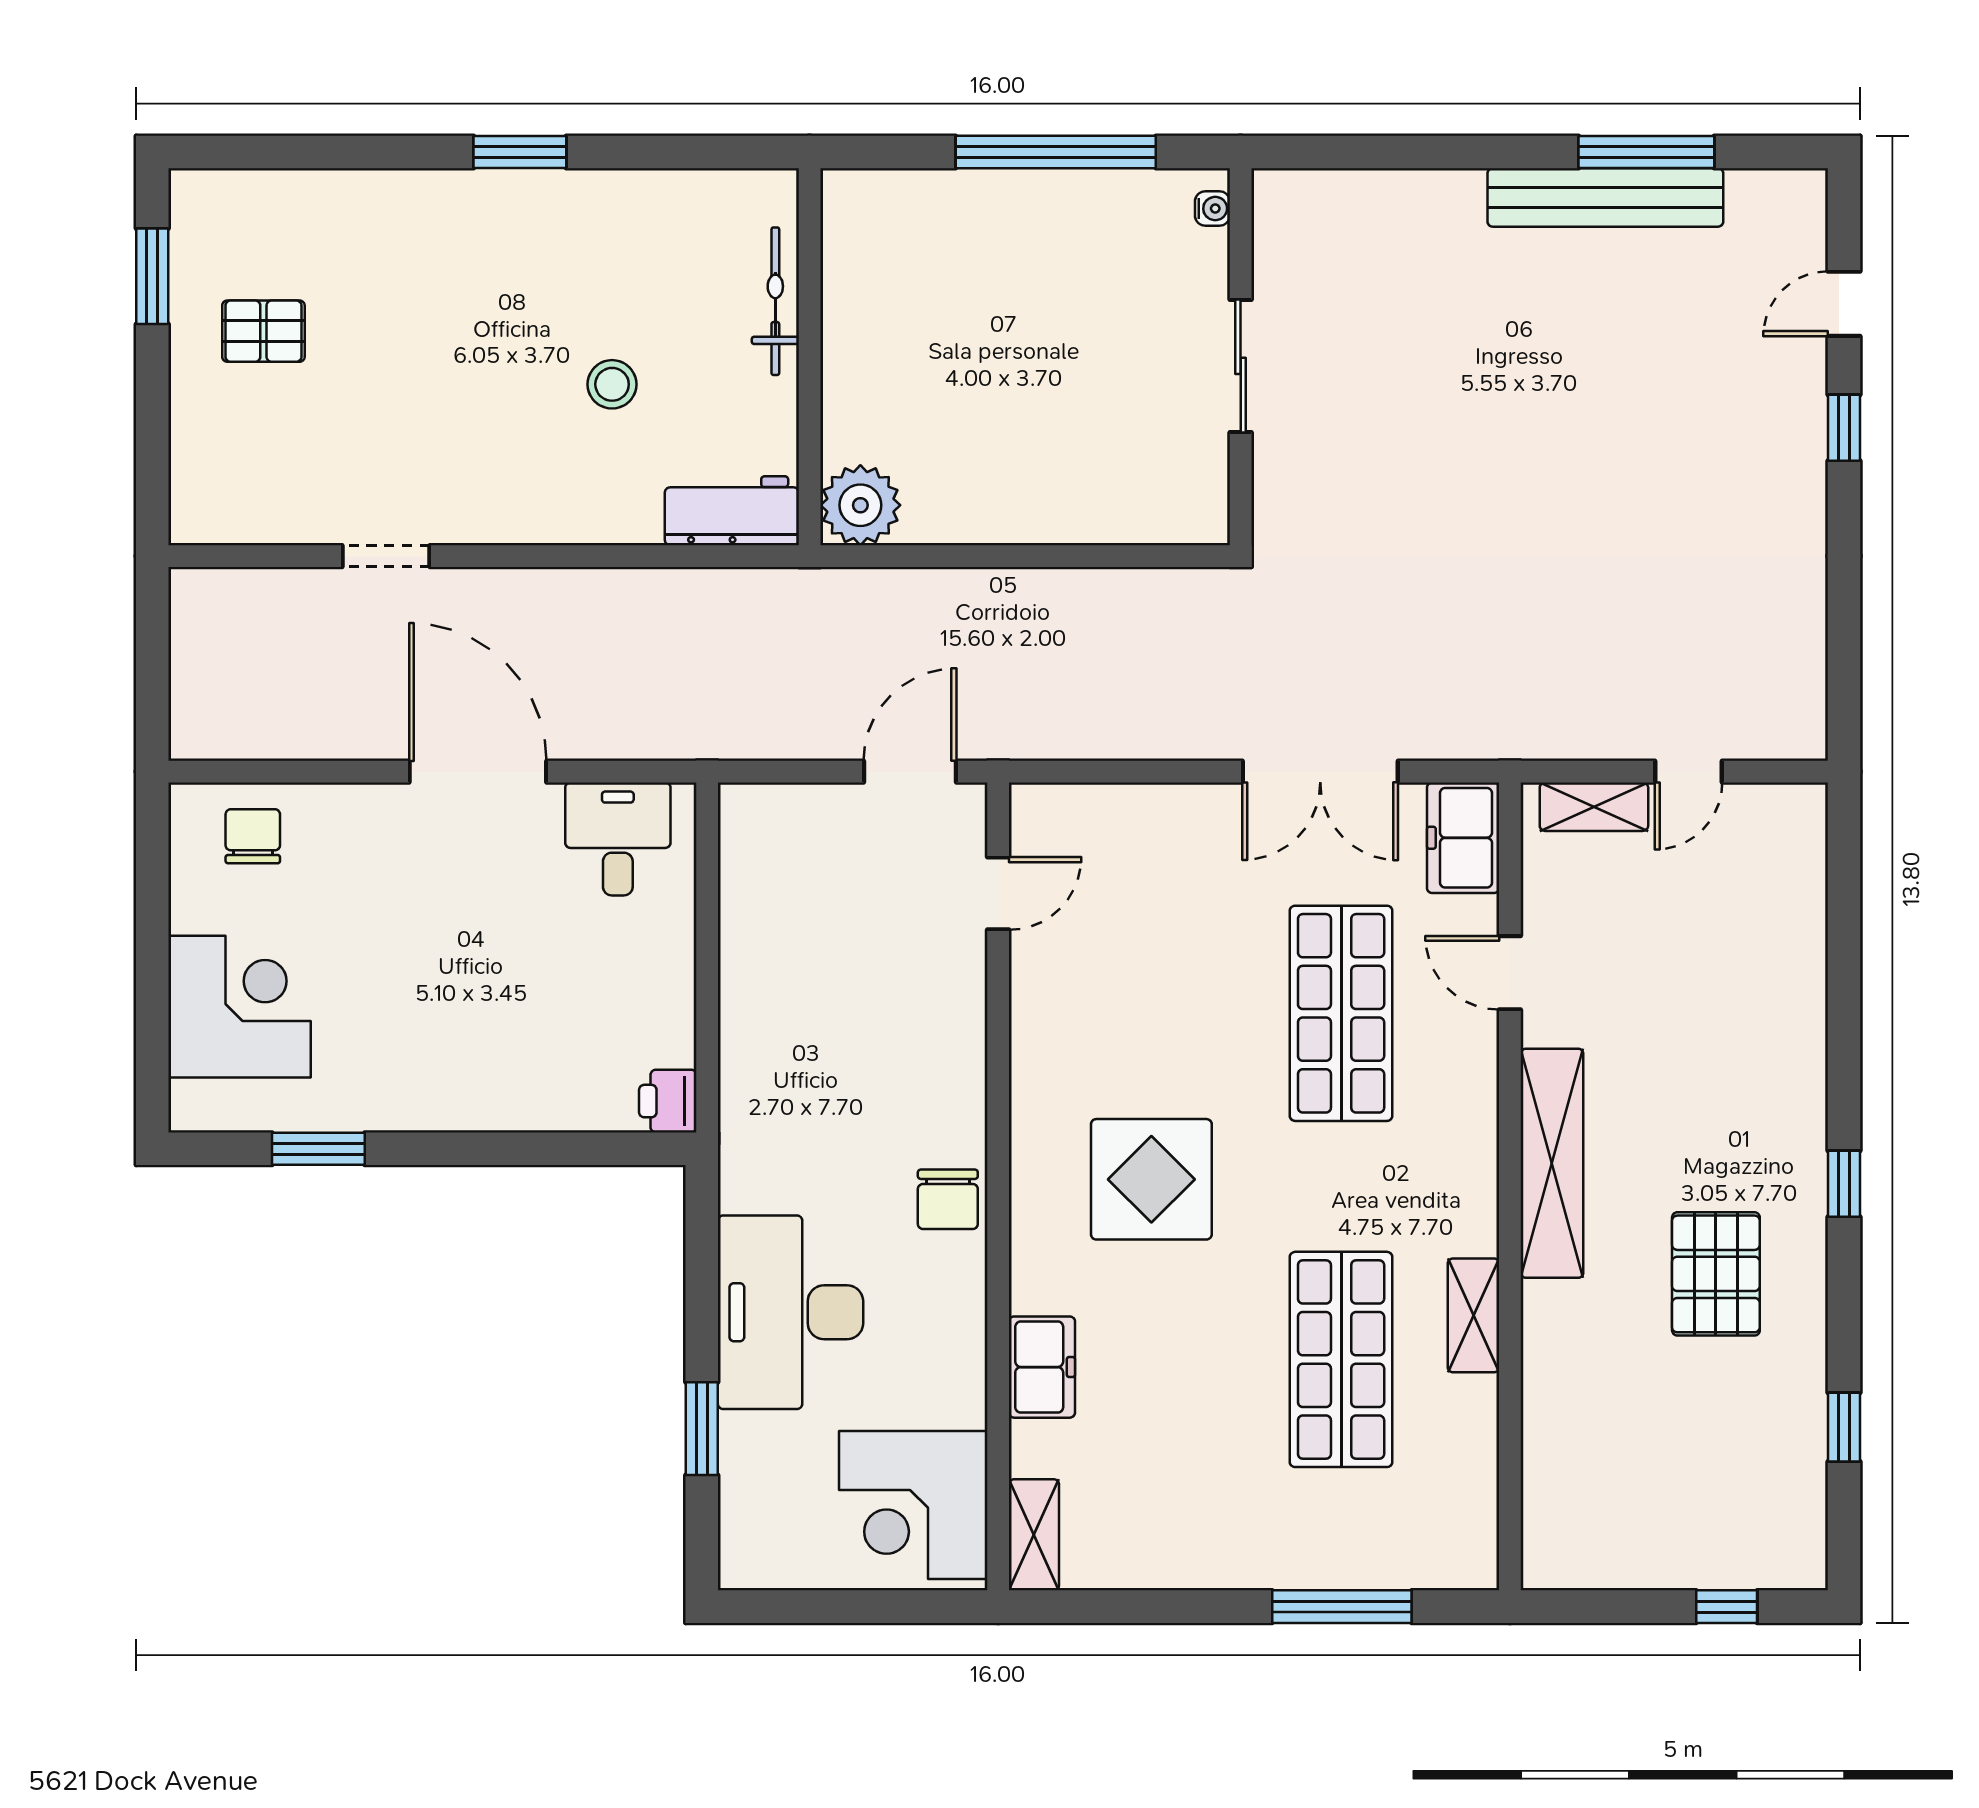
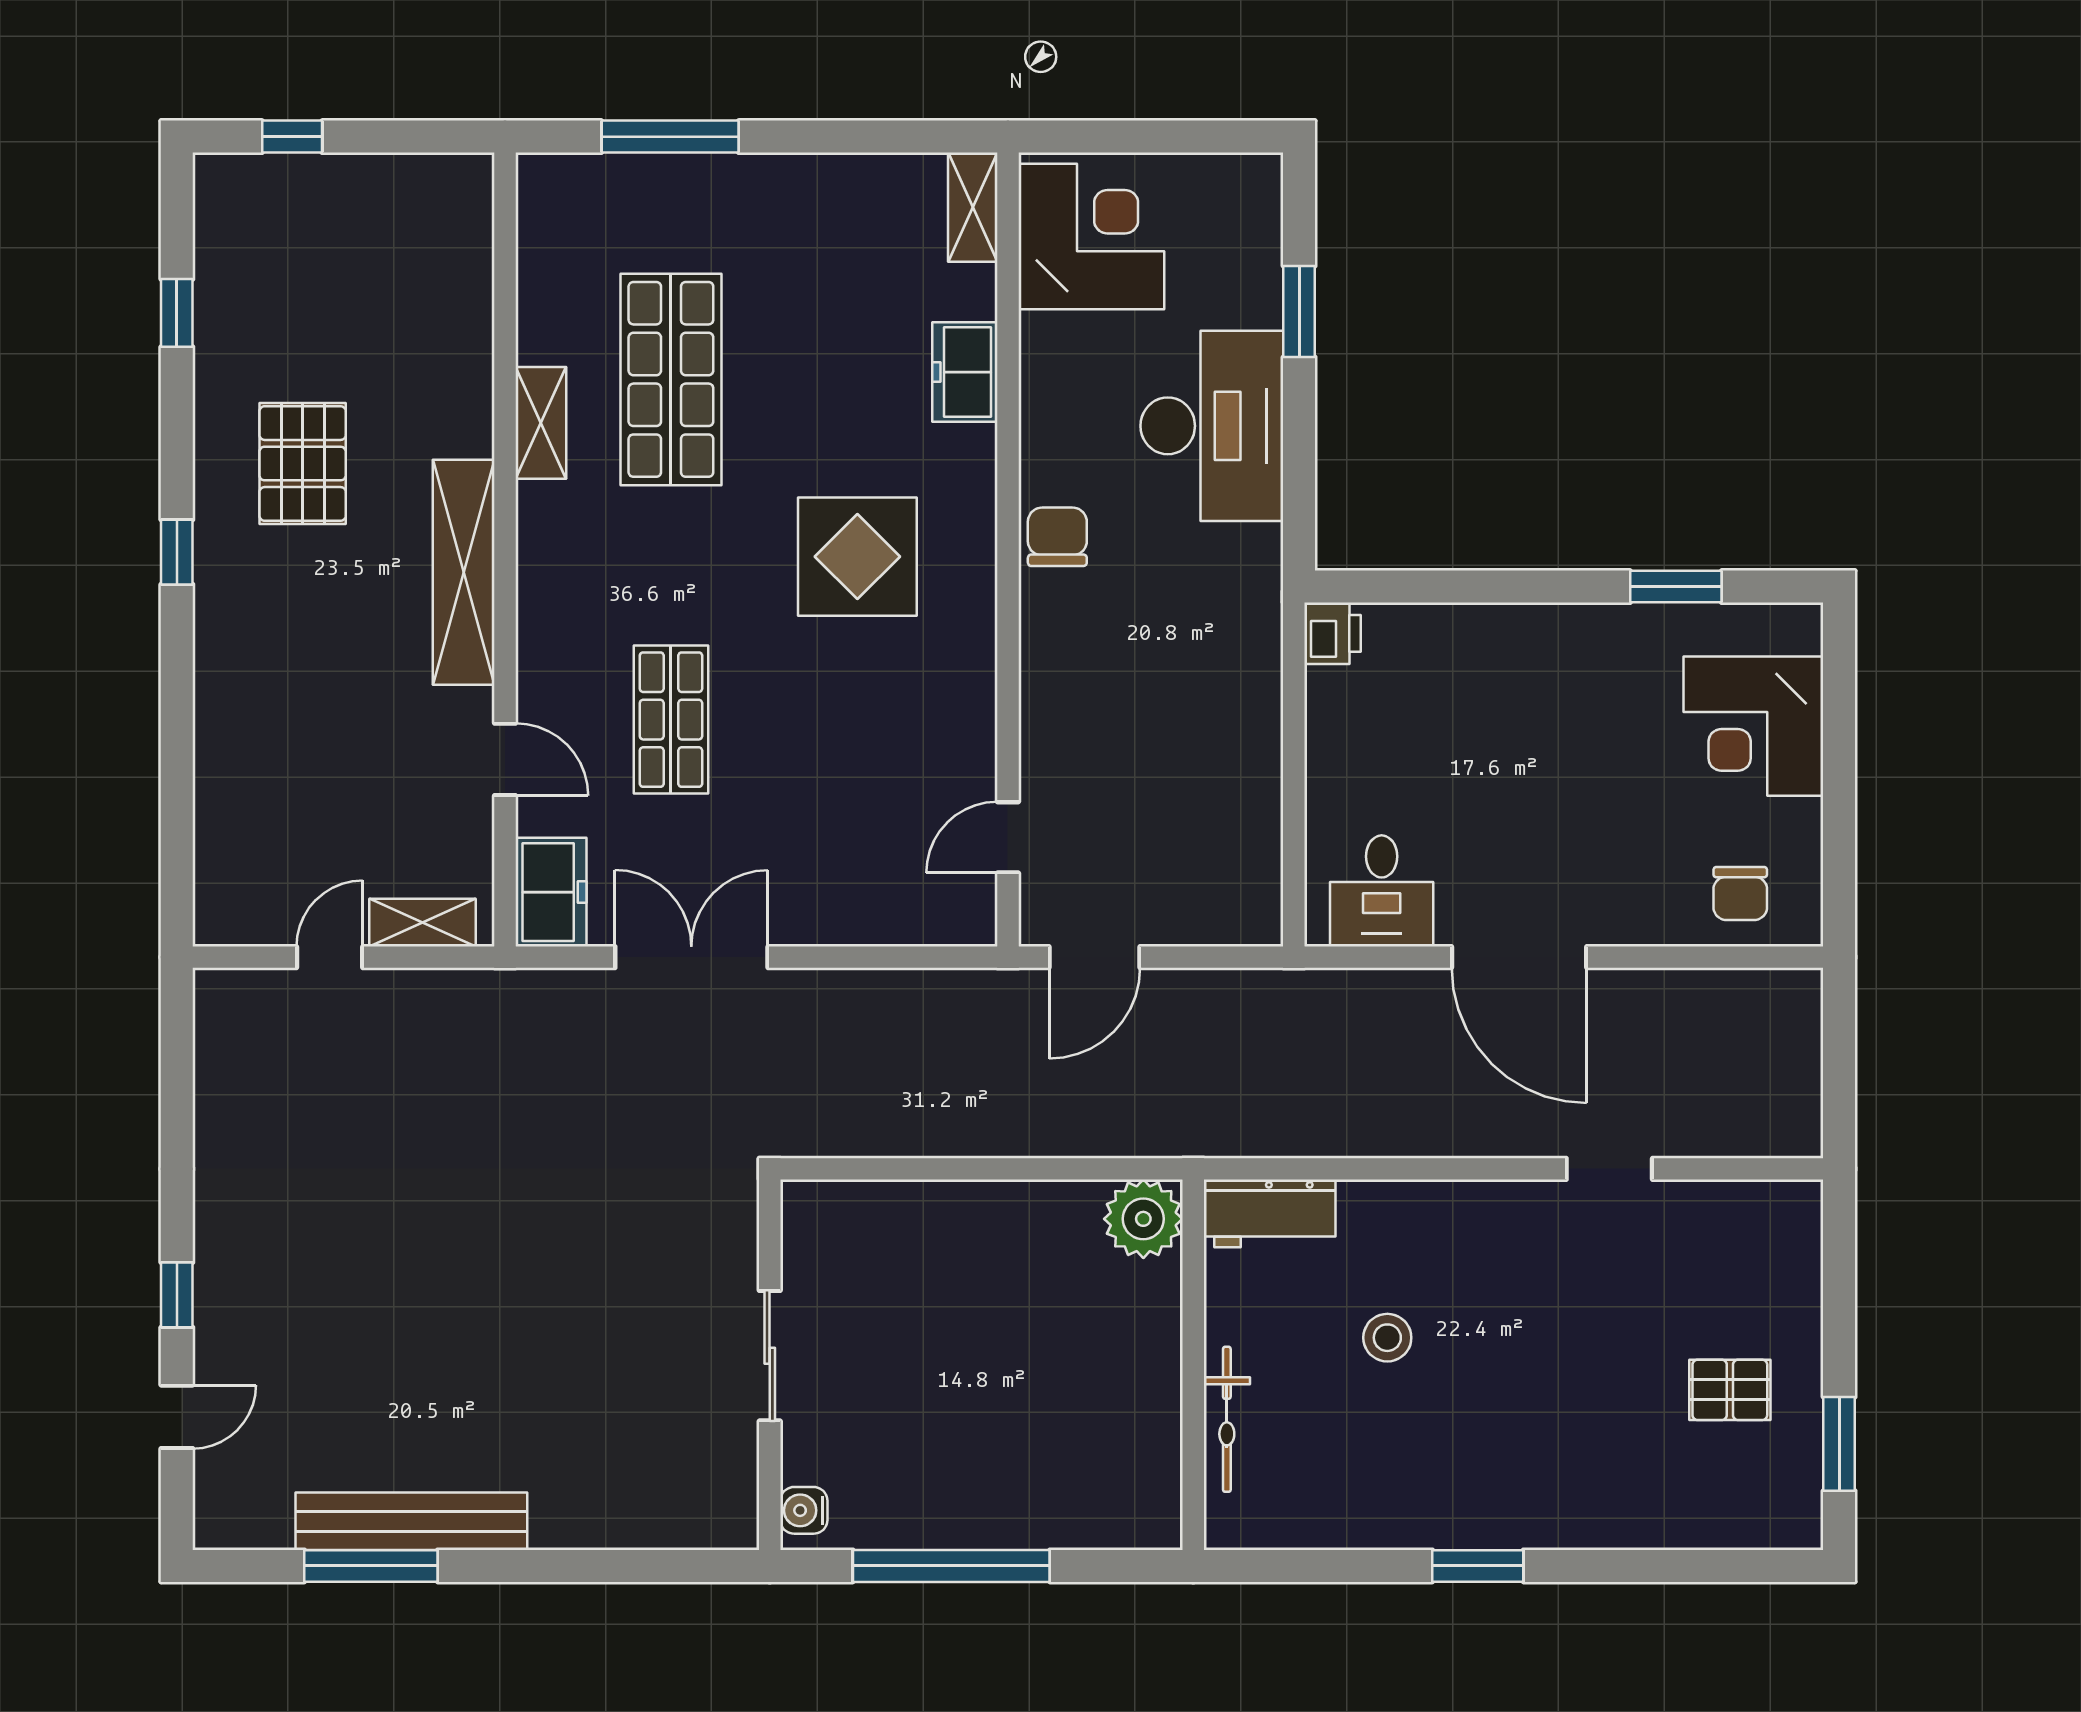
water cooler: (1212, 209) -> (804, 1510), width x1.38, depth x1.38
shop shelf: (1341, 1013) -> (671, 720), width x0.70, depth x0.74

